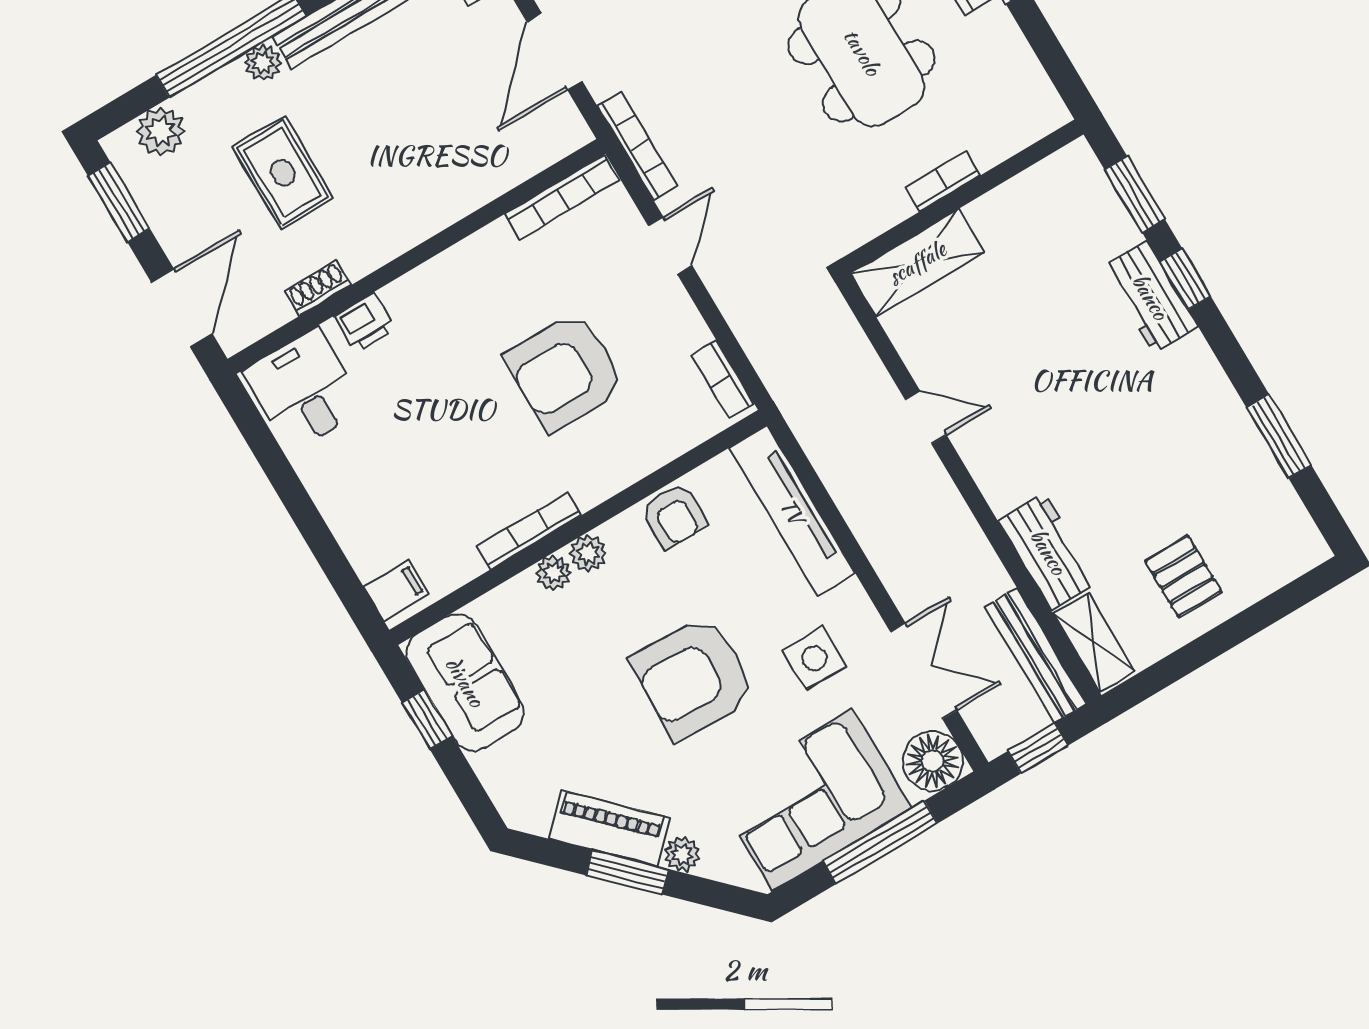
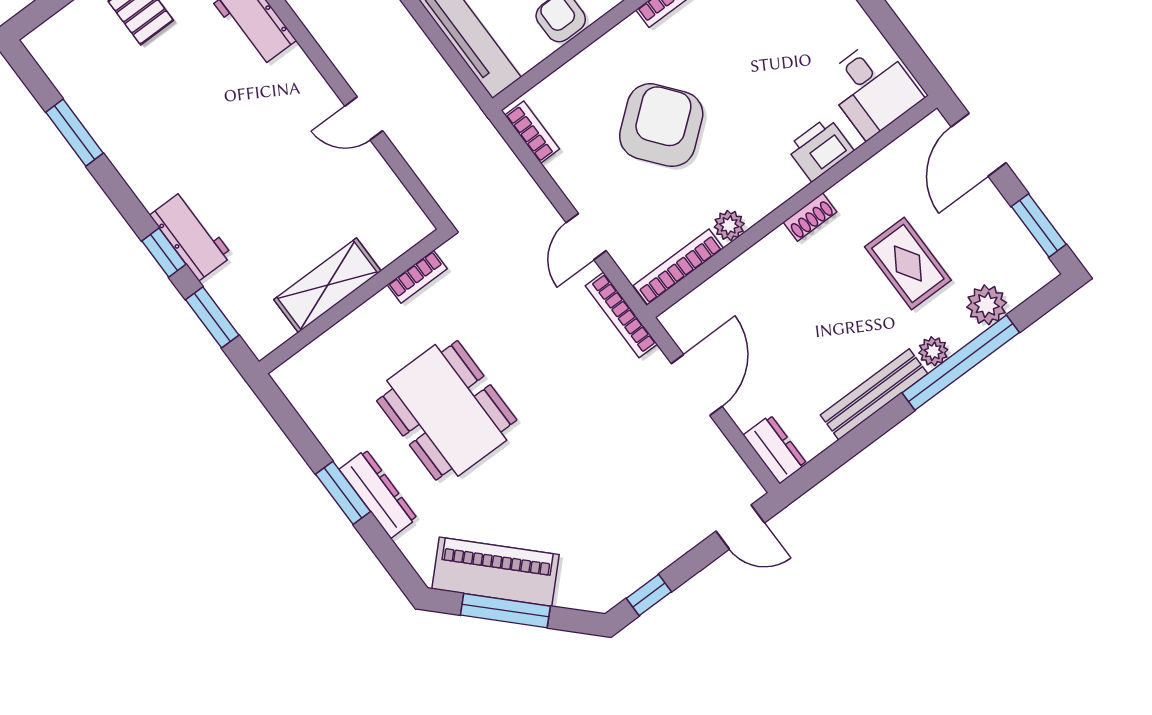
plant: (161, 131) -> (987, 305), moved
bookcase: (943, 181) -> (417, 277), moved
plant: (495, 241) -> (729, 225), added
shelving: (917, 263) -> (327, 285), moved
shoe rack: (318, 288) -> (810, 217), moved
printer: (365, 323) -> (820, 149), width x1.36, depth x1.24
armchair: (565, 372) -> (661, 125), turned -39

